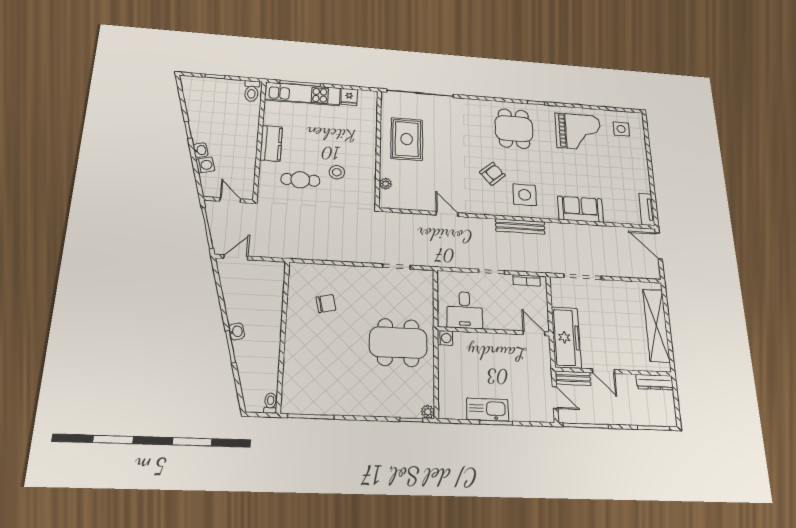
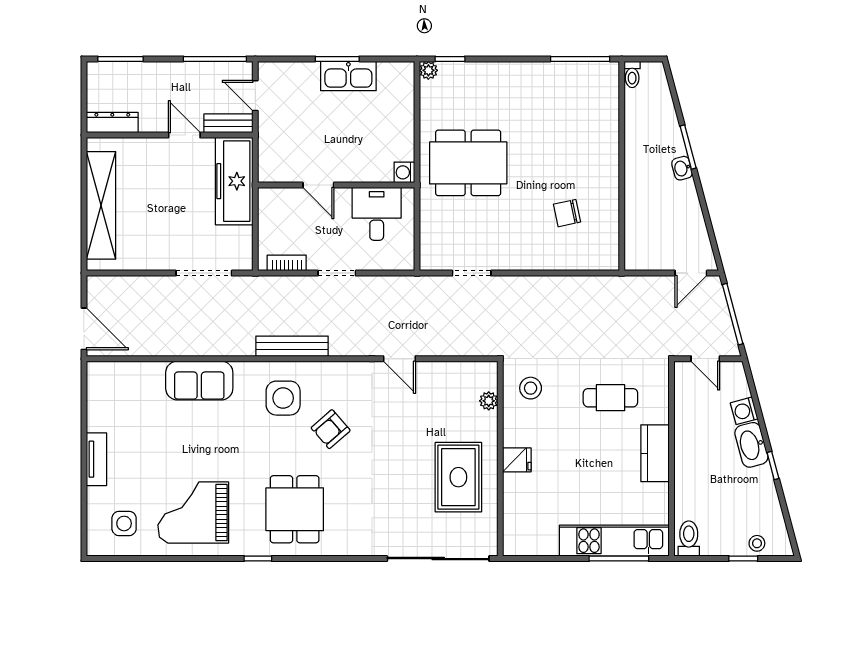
stool: (205, 84) -> (757, 543), added
fridge: (349, 97) -> (517, 460), moved, turned 90
washbasin: (201, 150) -> (751, 445), width x1.91, depth x1.45
stool: (337, 172) -> (531, 388), moved
tv unit: (647, 209) -> (96, 459), moved
door: (534, 333) -> (318, 185), moved

